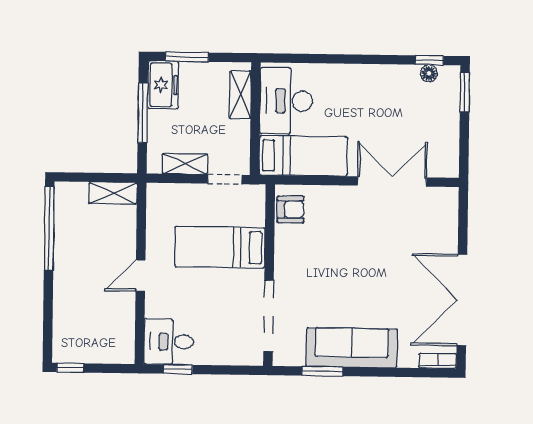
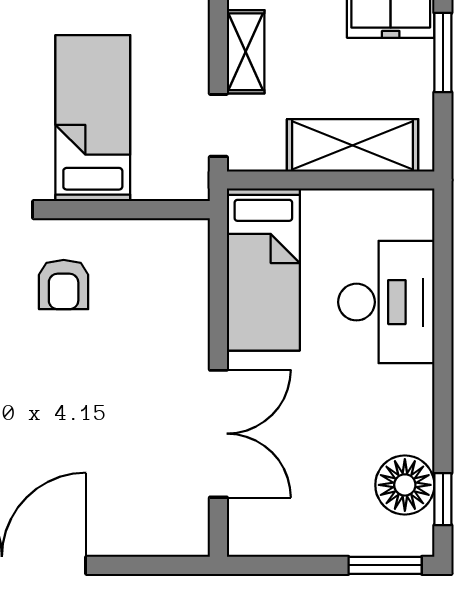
floor lamp: (429, 73) -> (405, 485), width x1.89, depth x1.89
shelving: (240, 95) -> (353, 145), width x1.50, depth x1.33
desk: (286, 101) -> (386, 302), moved, turned 90
armchair: (290, 209) -> (64, 285), moved

